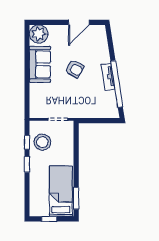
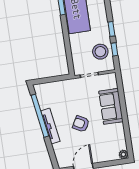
plant: (39, 34) -> (123, 154), width x0.53, depth x0.53
sofa: (40, 64) -> (111, 106), moved
tv unit: (108, 77) -> (50, 126), width x1.41

